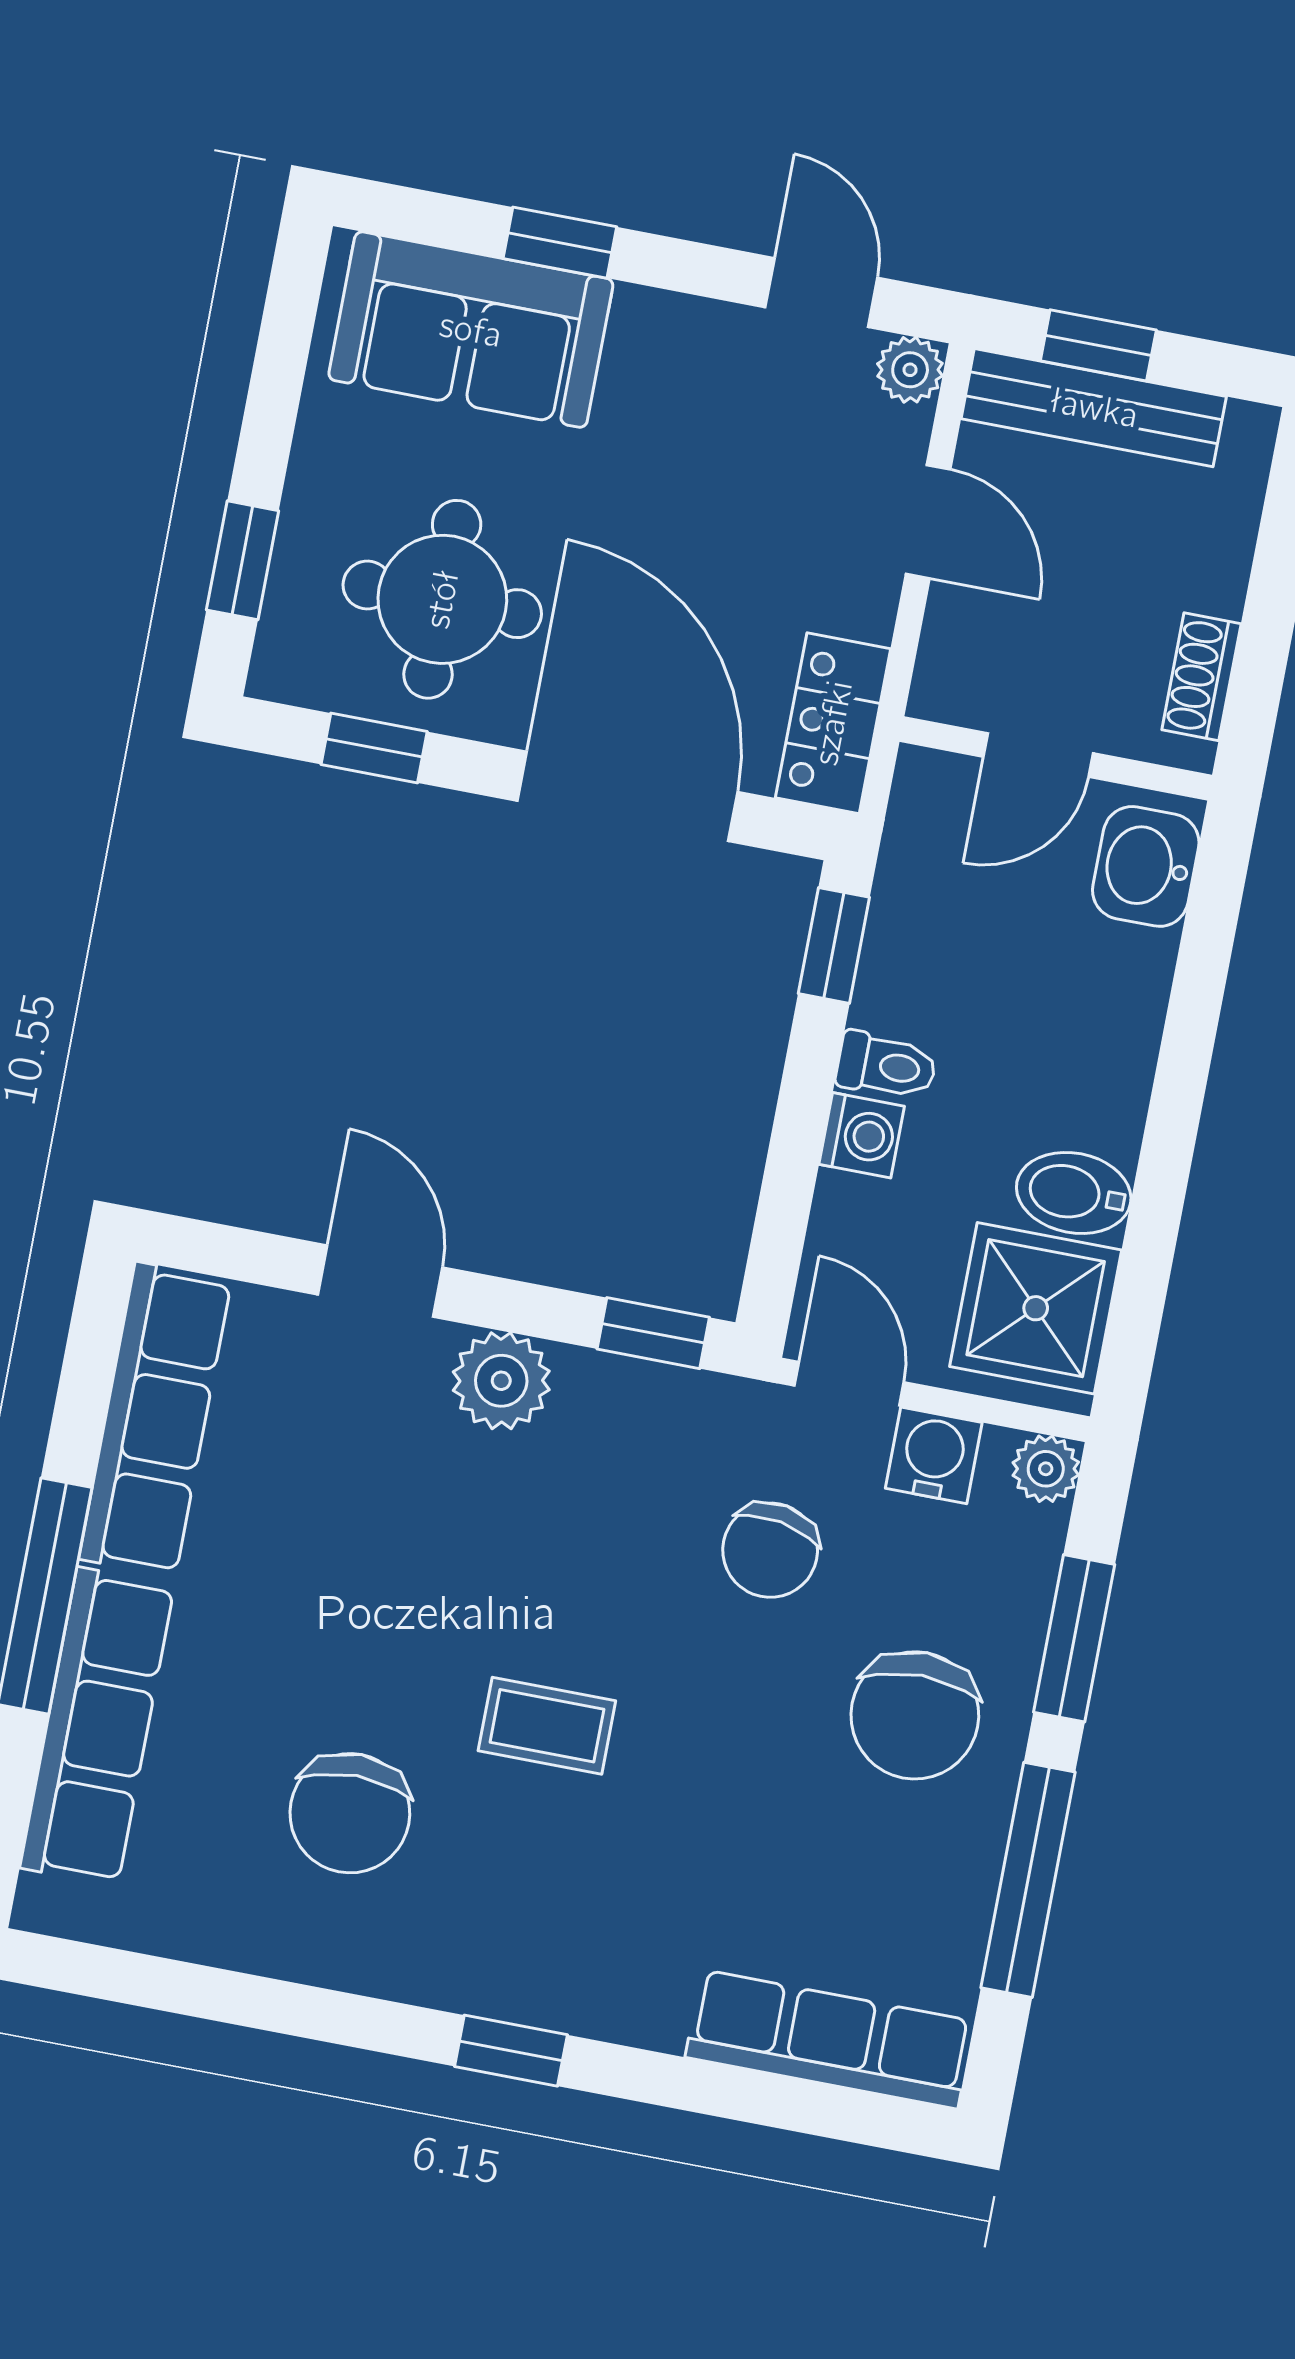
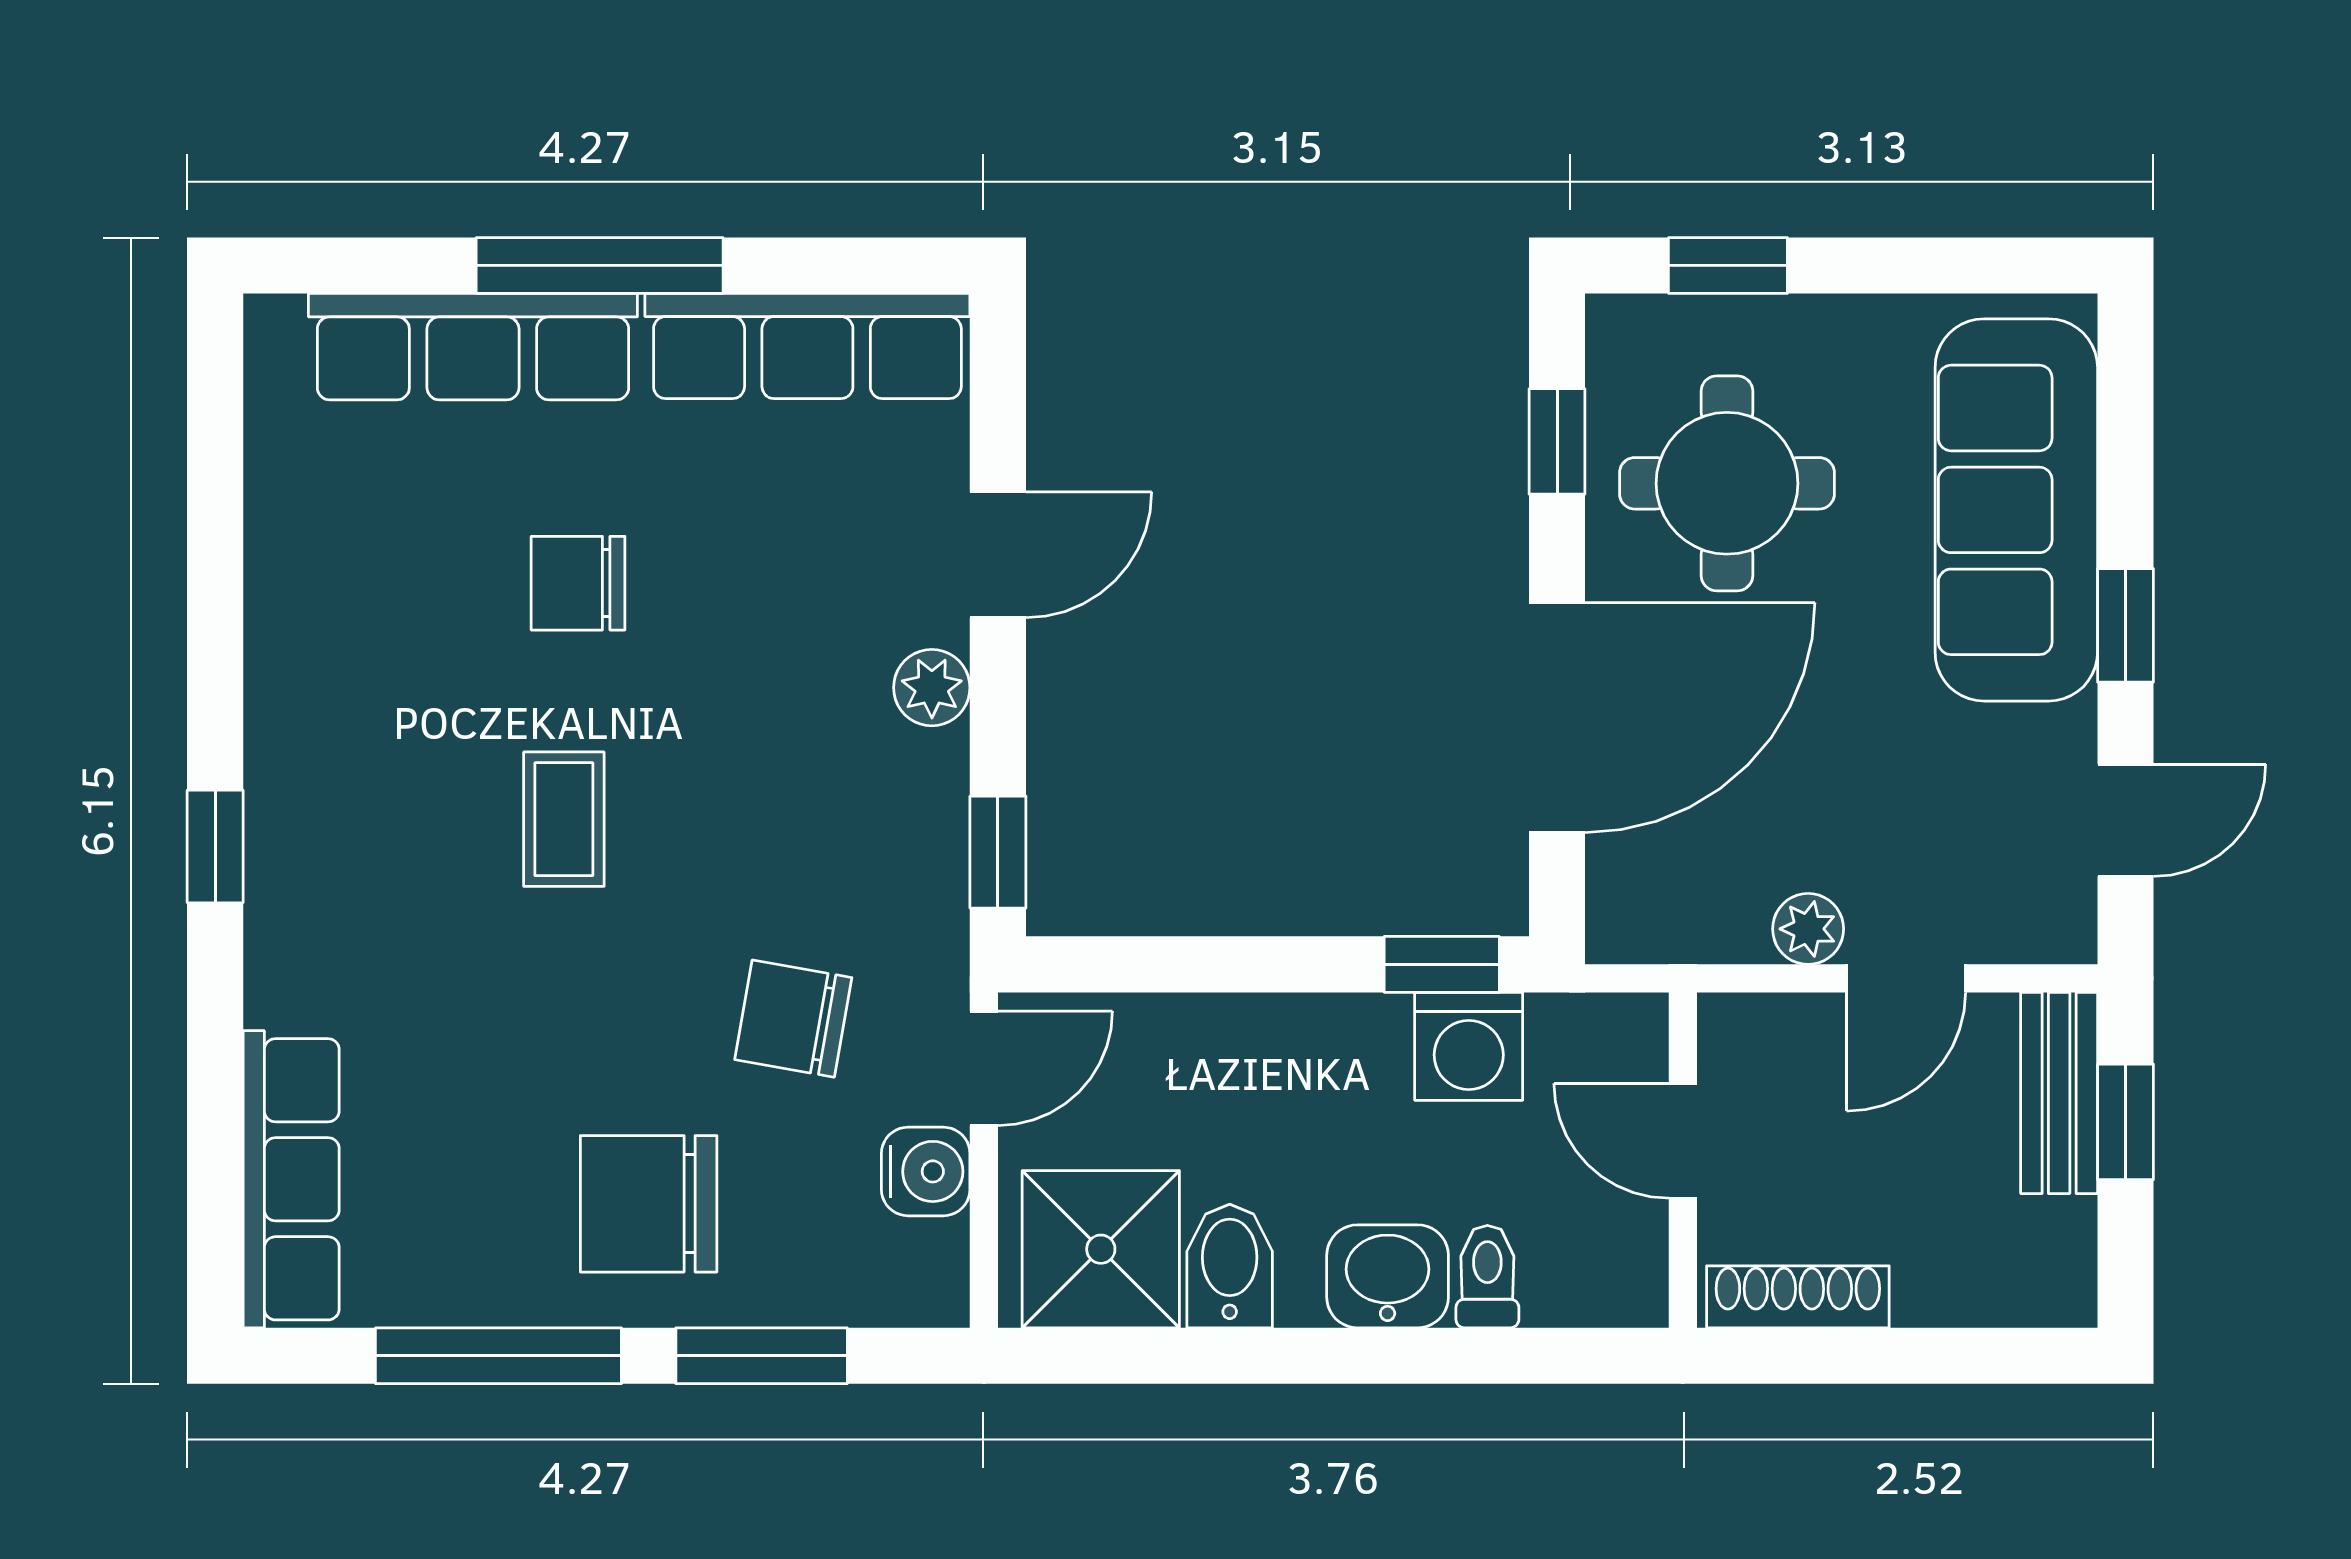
window: (560, 243) -> (2125, 625), moved
sofa: (471, 330) -> (2016, 510), width x1.36
plant: (910, 370) -> (1808, 929), moved
bench: (1094, 408) -> (2059, 1093), width x0.73
shoe rack: (1201, 677) -> (1798, 1297), width x1.43
locker: (833, 723) -> (1675, 919), removed
washbasin: (1146, 866) -> (1388, 1276), moved
toilet: (886, 1066) -> (1487, 1277), moved, turned 180
washing machine: (862, 1135) -> (1469, 1046), moved, width x1.38, depth x1.38
plant: (501, 1381) -> (932, 688), width x0.73, depth x0.73
plant: (1046, 1469) -> (934, 1292), removed
chair: (350, 1813) -> (578, 583), moved, width x0.73, depth x0.73

